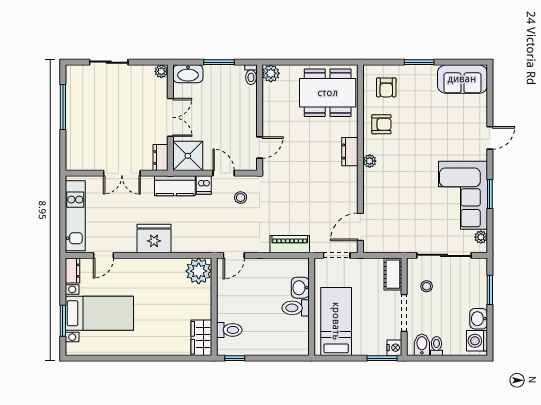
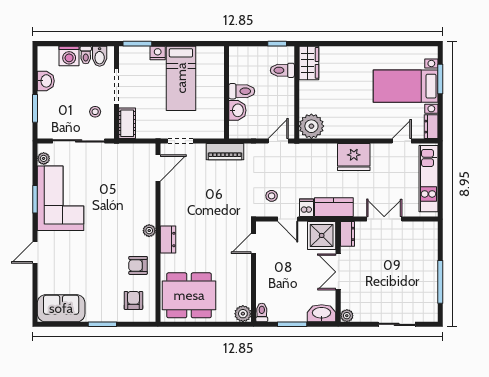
washbasin: (300, 288) -> (237, 110), moved
wall: (312, 307) -> (226, 92), moved
toilet: (296, 308) -> (242, 91), moved
washing machine: (477, 341) -> (69, 56), moved, turned 90
nightstand: (394, 348) -> (158, 53), moved, turned 90

